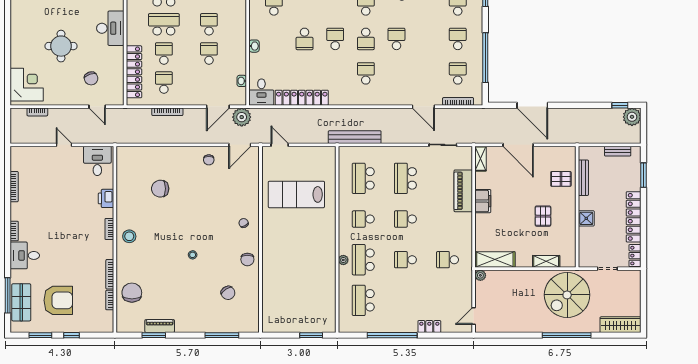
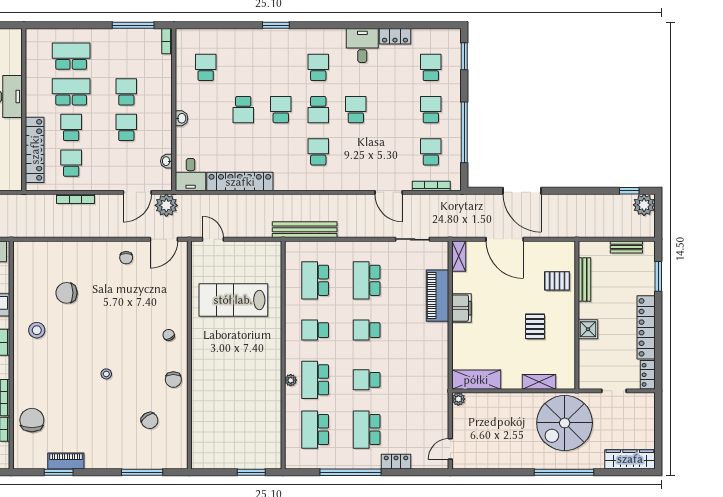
stool: (129, 236) -> (37, 330), moved
school desk: (448, 260) -> (367, 430), moved, width x1.85

